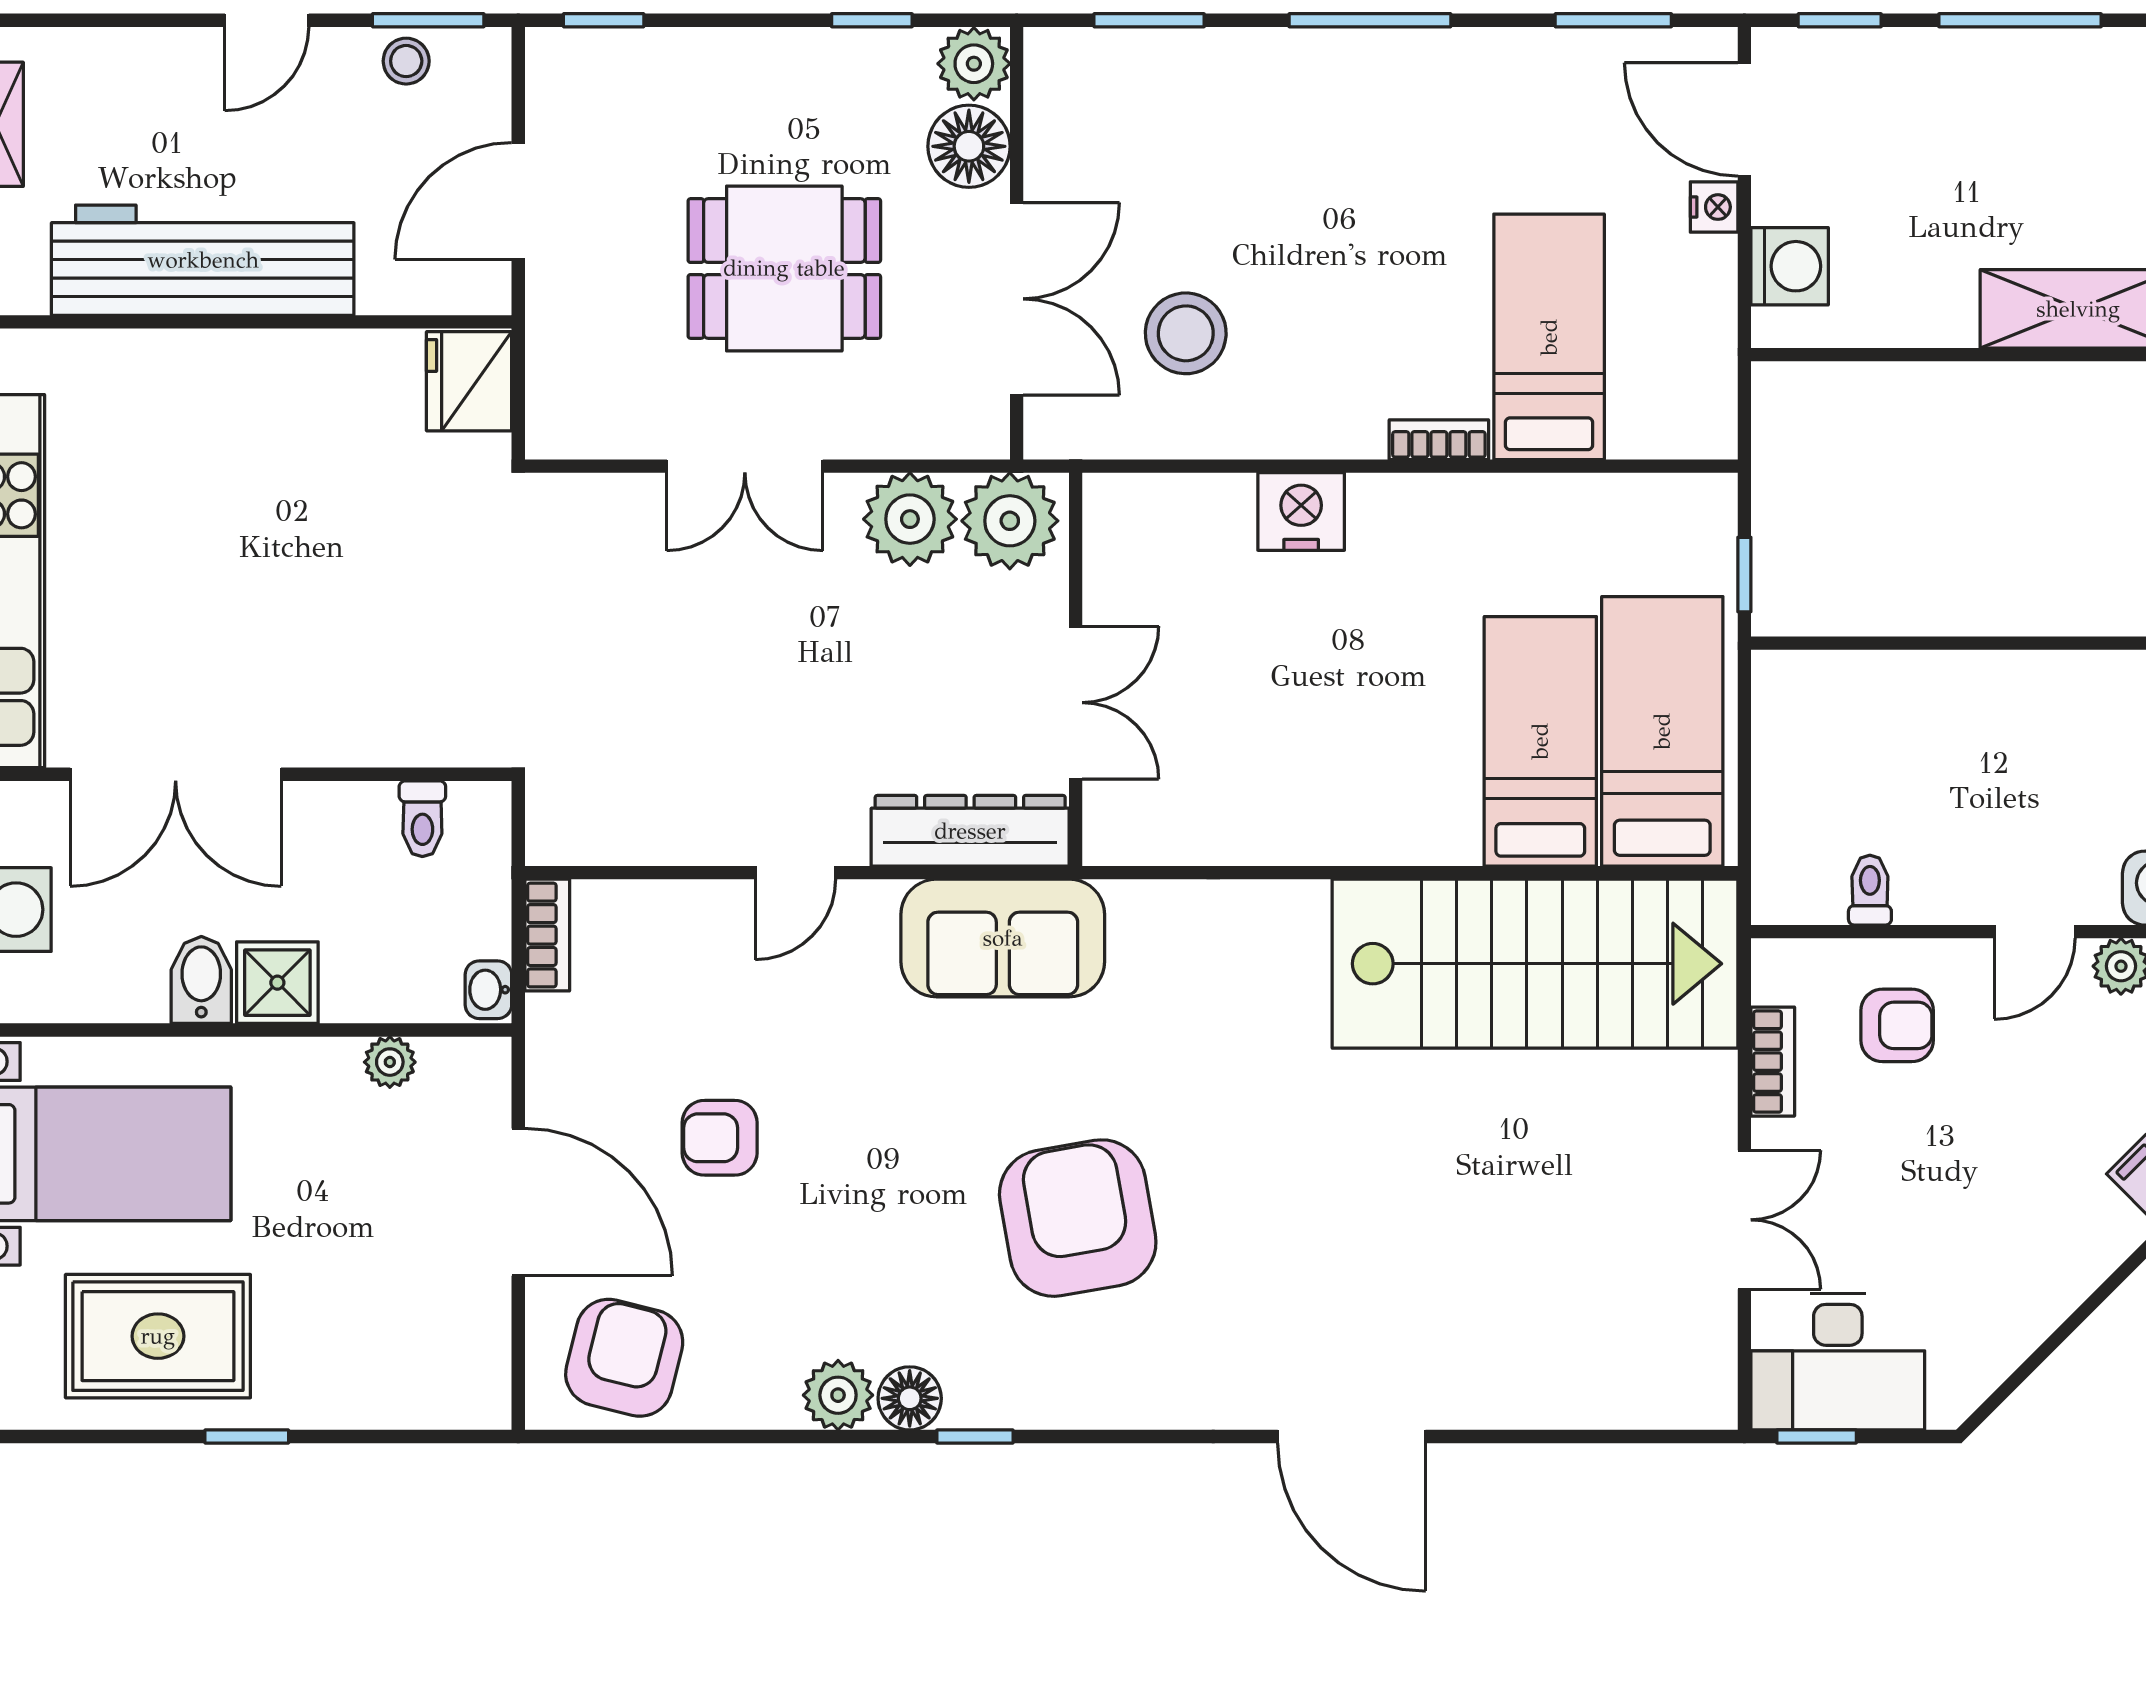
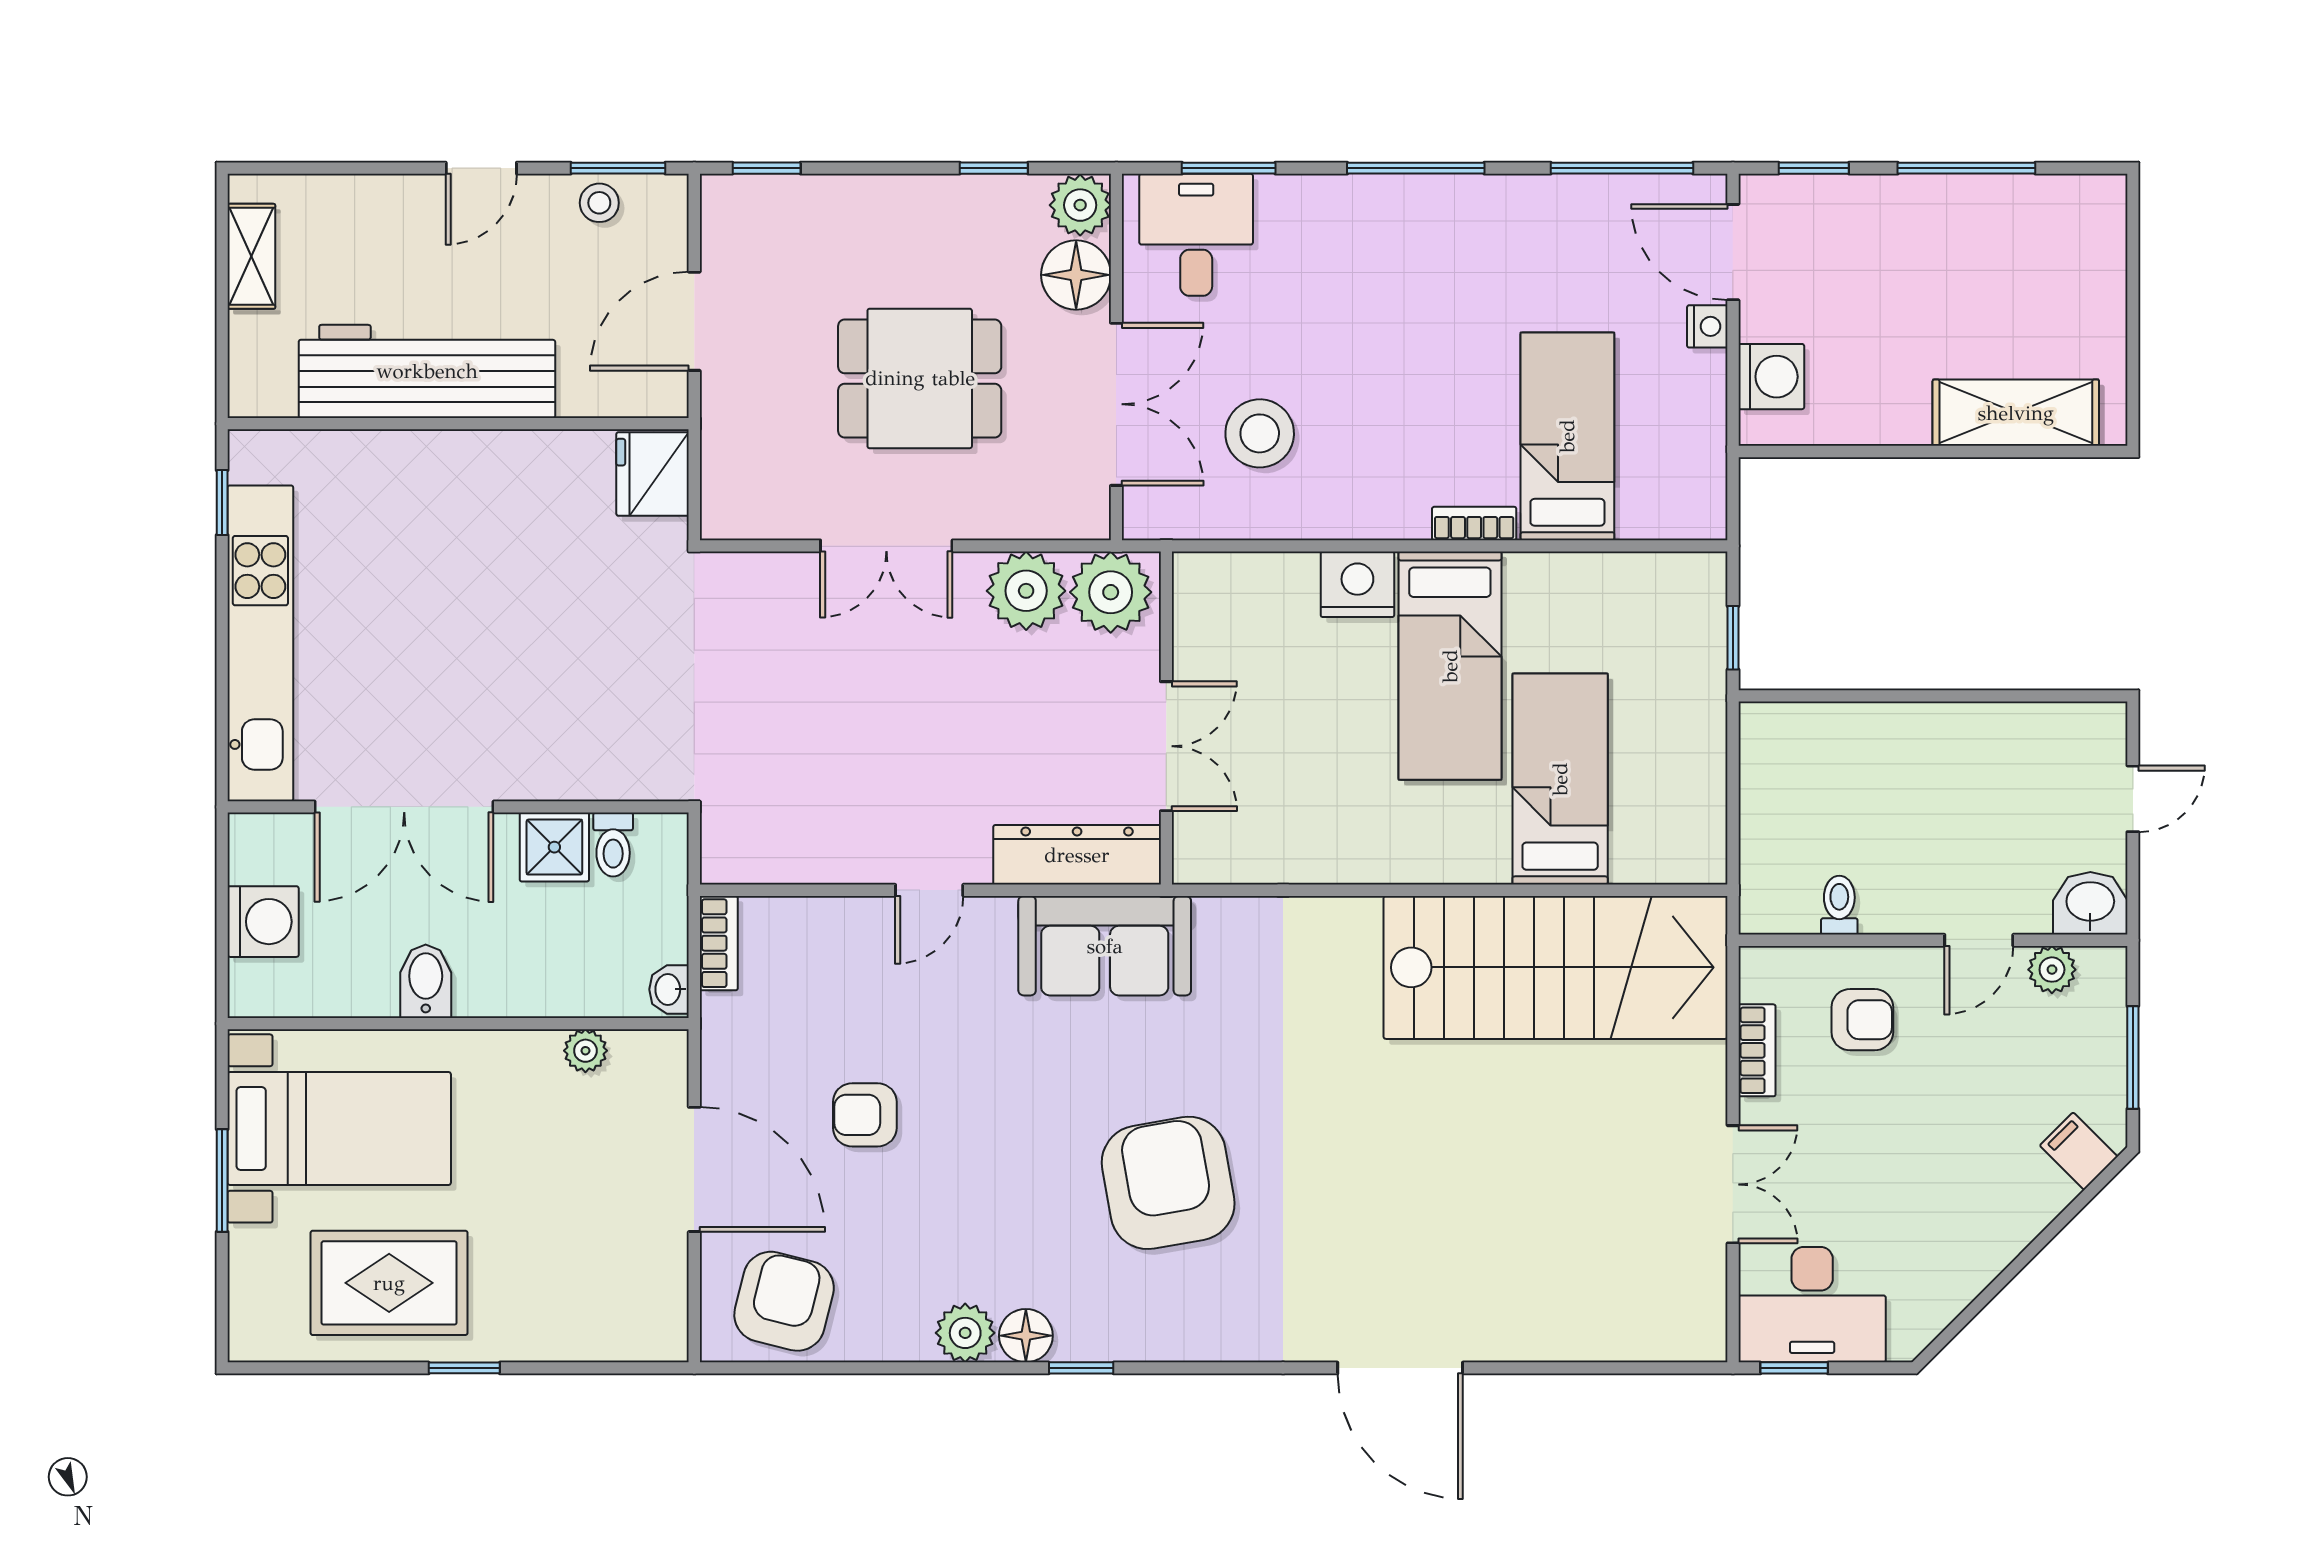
window: (1613, 20) -> (1622, 168), width x1.44
desk: (1111, 99) -> (1196, 235), added
bed: (1662, 731) -> (1450, 666), moved, turned 180
shower: (277, 983) -> (554, 847), moved

